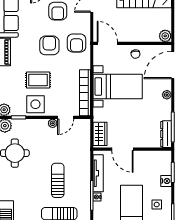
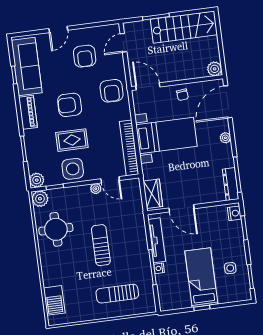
armchair: (49, 45) -> (70, 105), moved, turned -90
door: (66, 117) -> (110, 180), hinge flipped
sun lounger: (58, 180) -> (101, 245), moved
nightstand: (166, 181) -> (234, 213), moved

